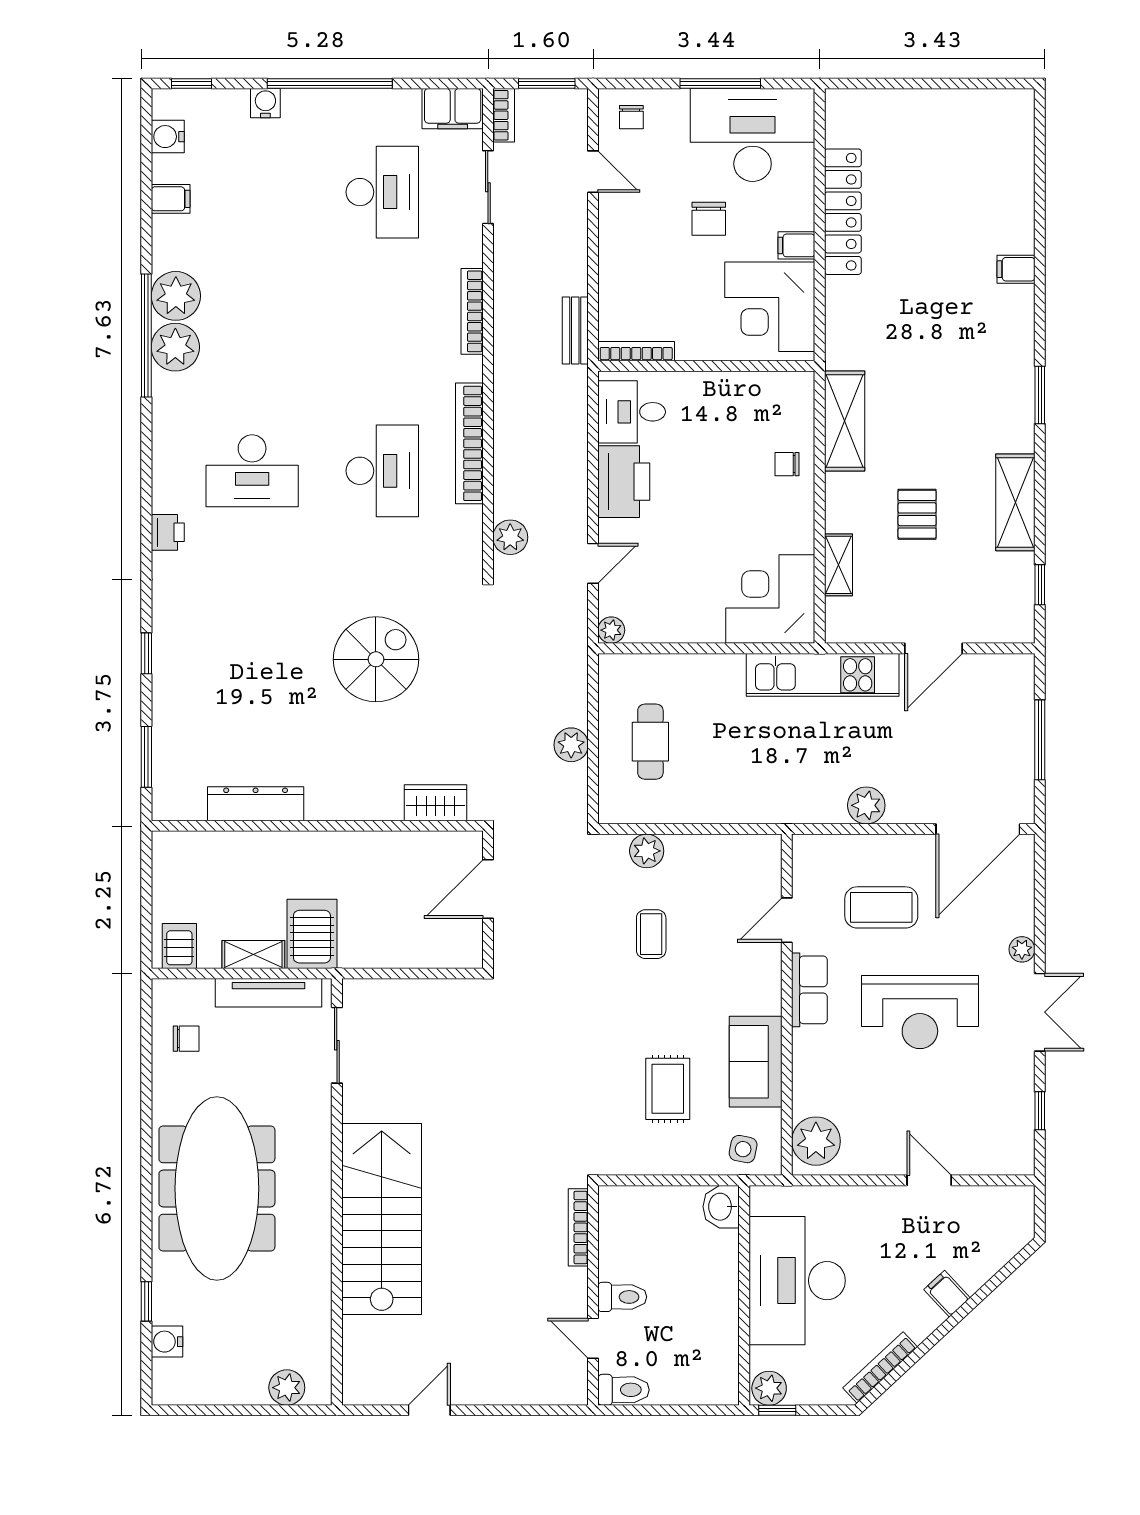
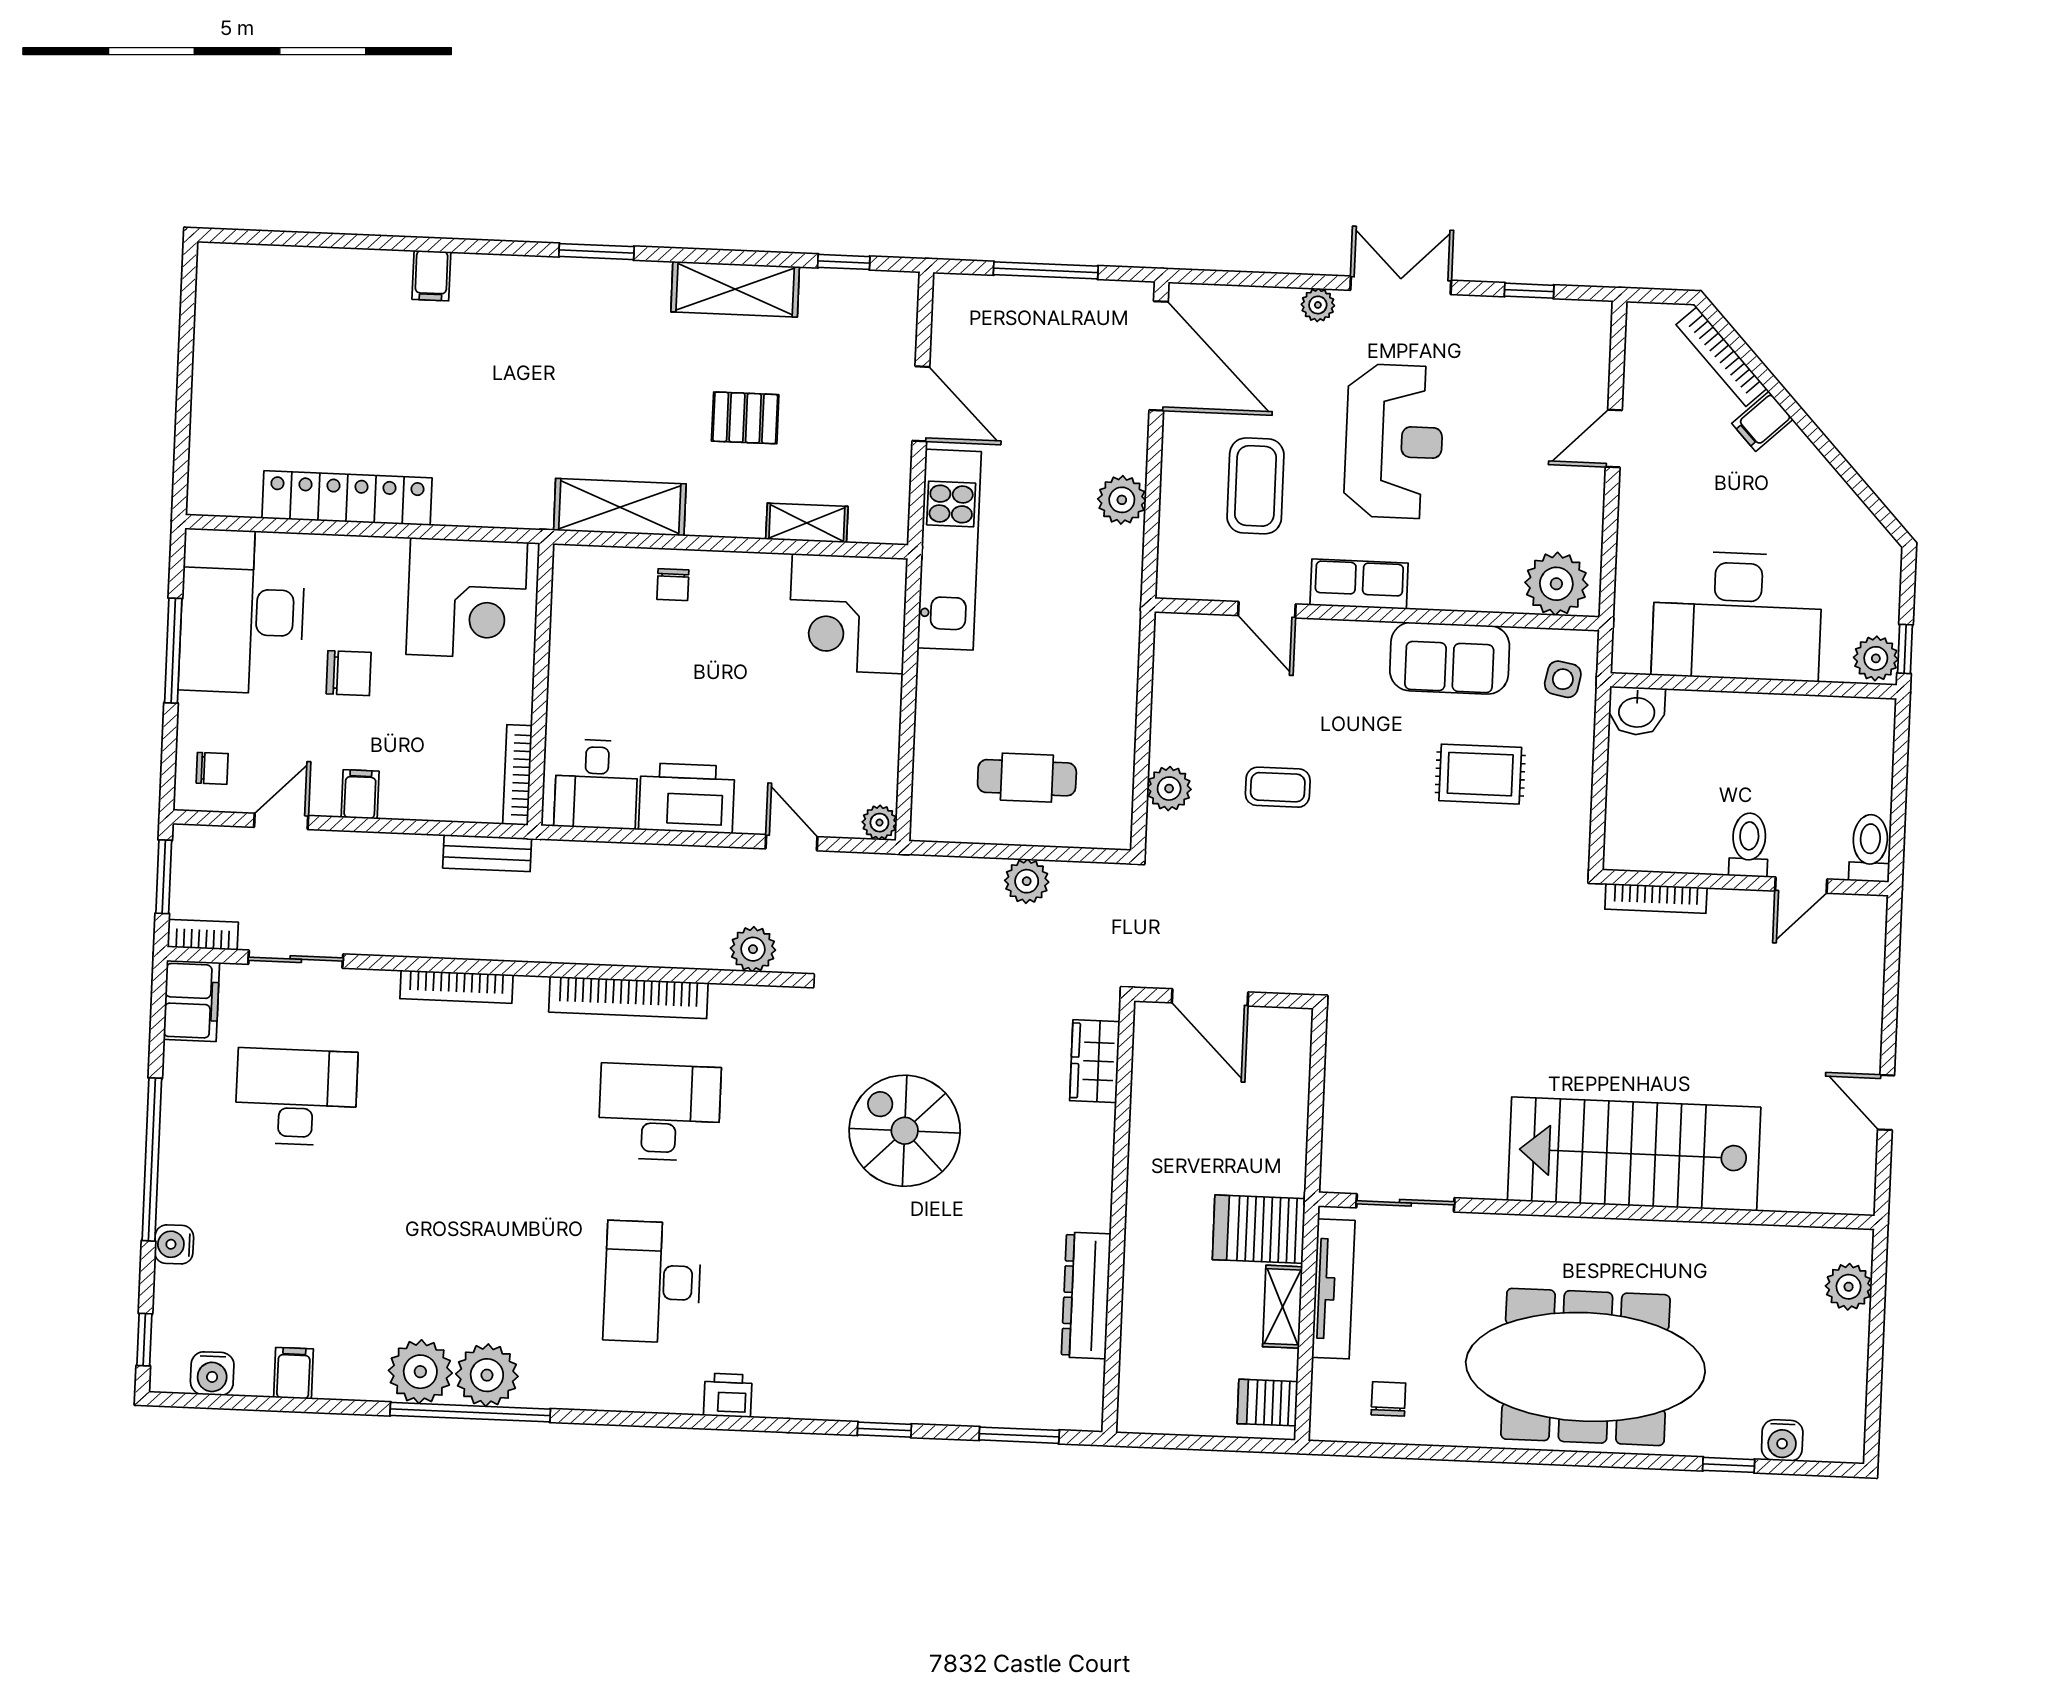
filing cabinet: (796, 245) -> (360, 794), moved, turned 180
desk: (252, 471) -> (652, 1282), turned 180
bookcase: (880, 1367) -> (1721, 357), moved

